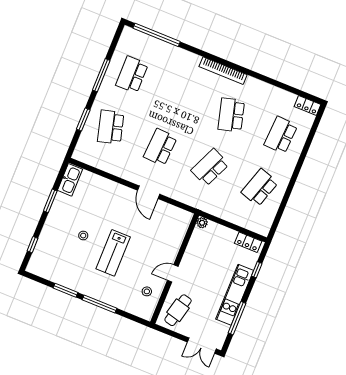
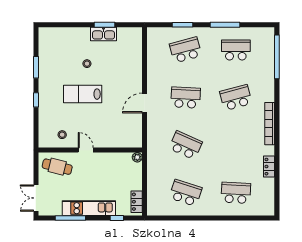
locker: (308, 106) -> (269, 167), moved
school desk: (231, 115) -> (236, 98), moved
kitchen sink: (70, 180) -> (103, 34), moved
window: (32, 245) -> (63, 25), removed
window: (99, 304) -> (36, 100), width x0.46

